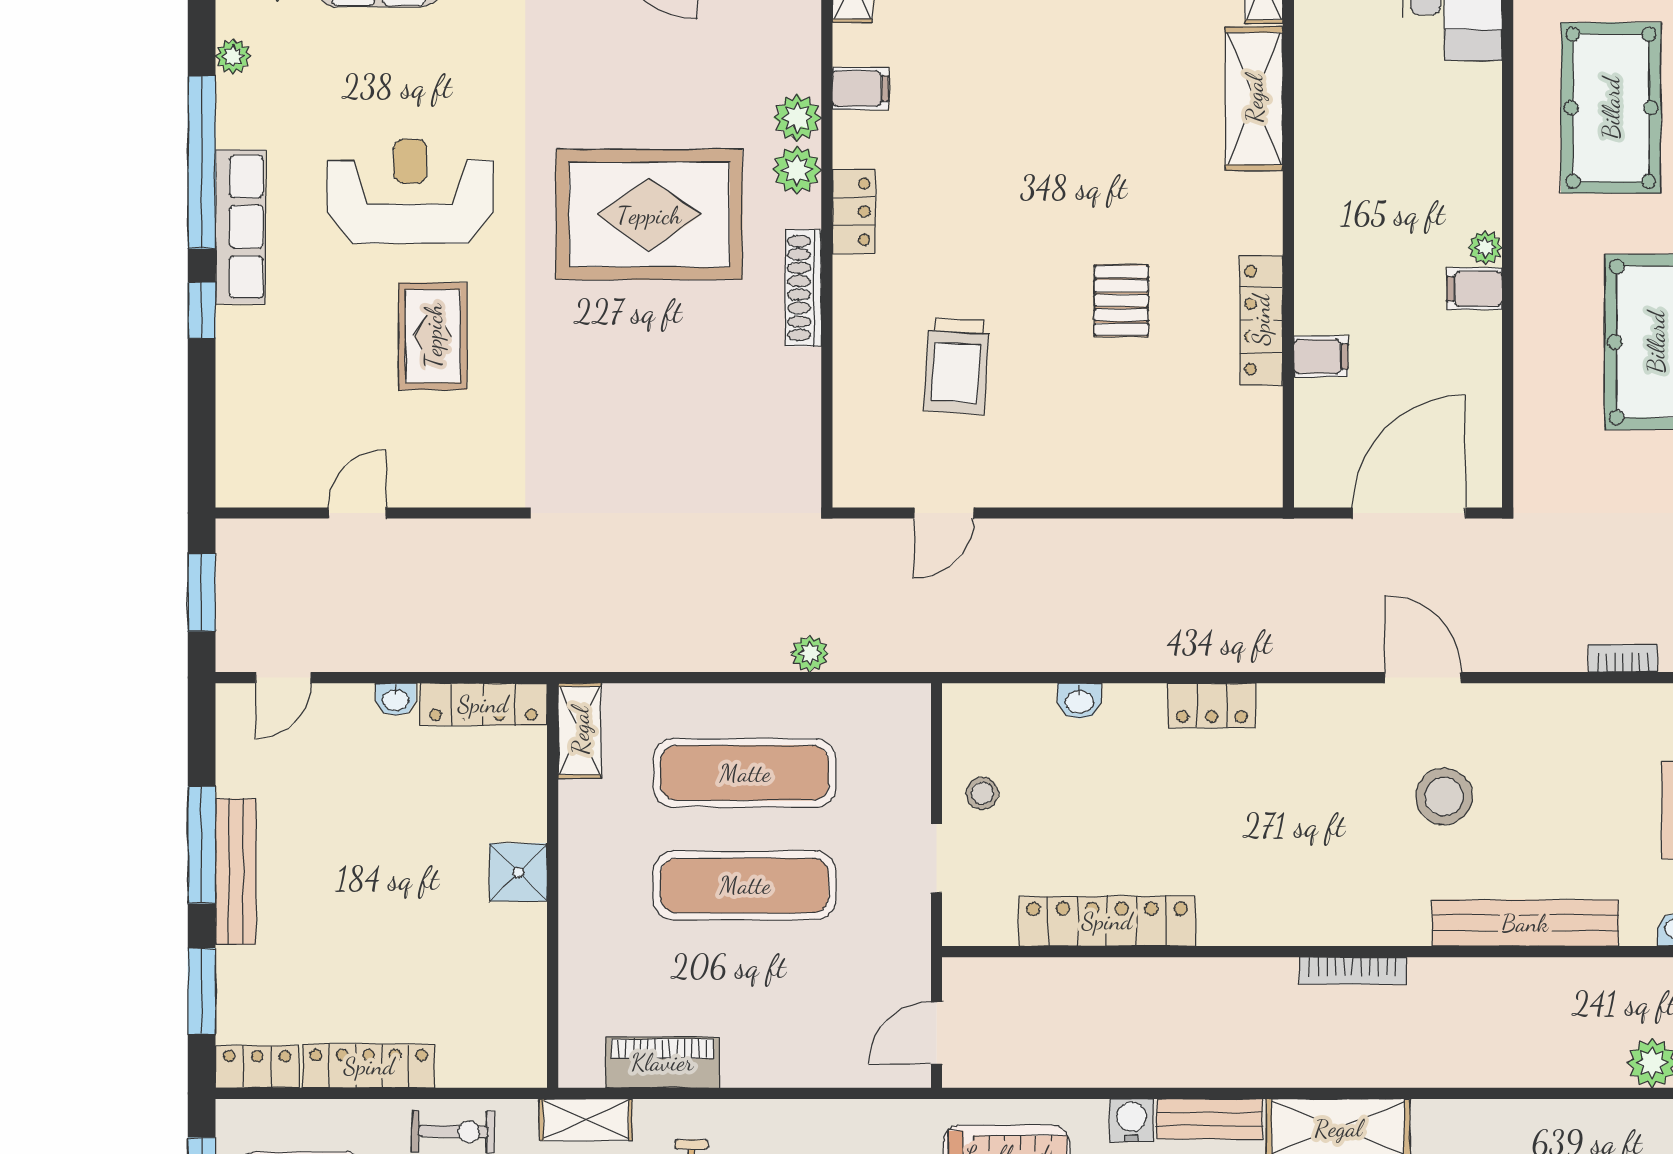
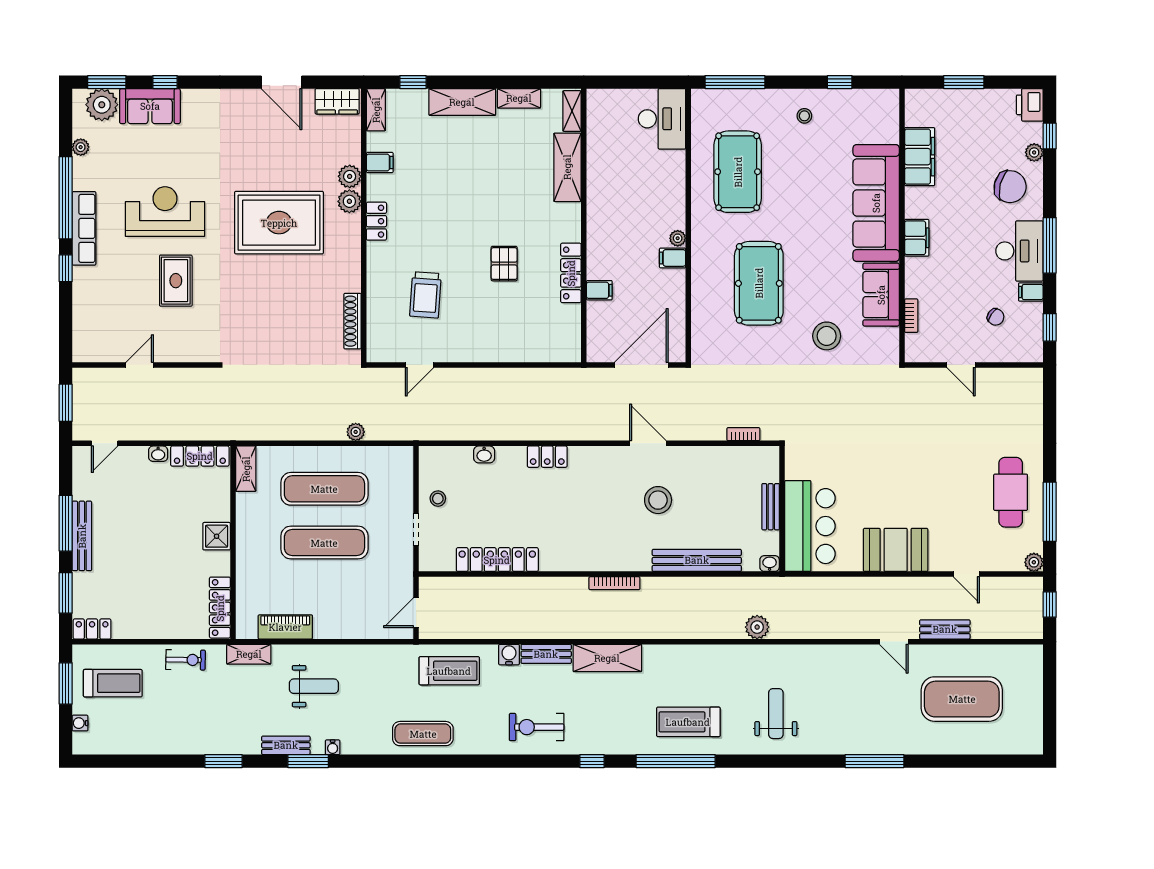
shoe rack: (803, 288) -> (352, 321), moved
locker: (369, 1066) -> (220, 608), moved, turned -90

